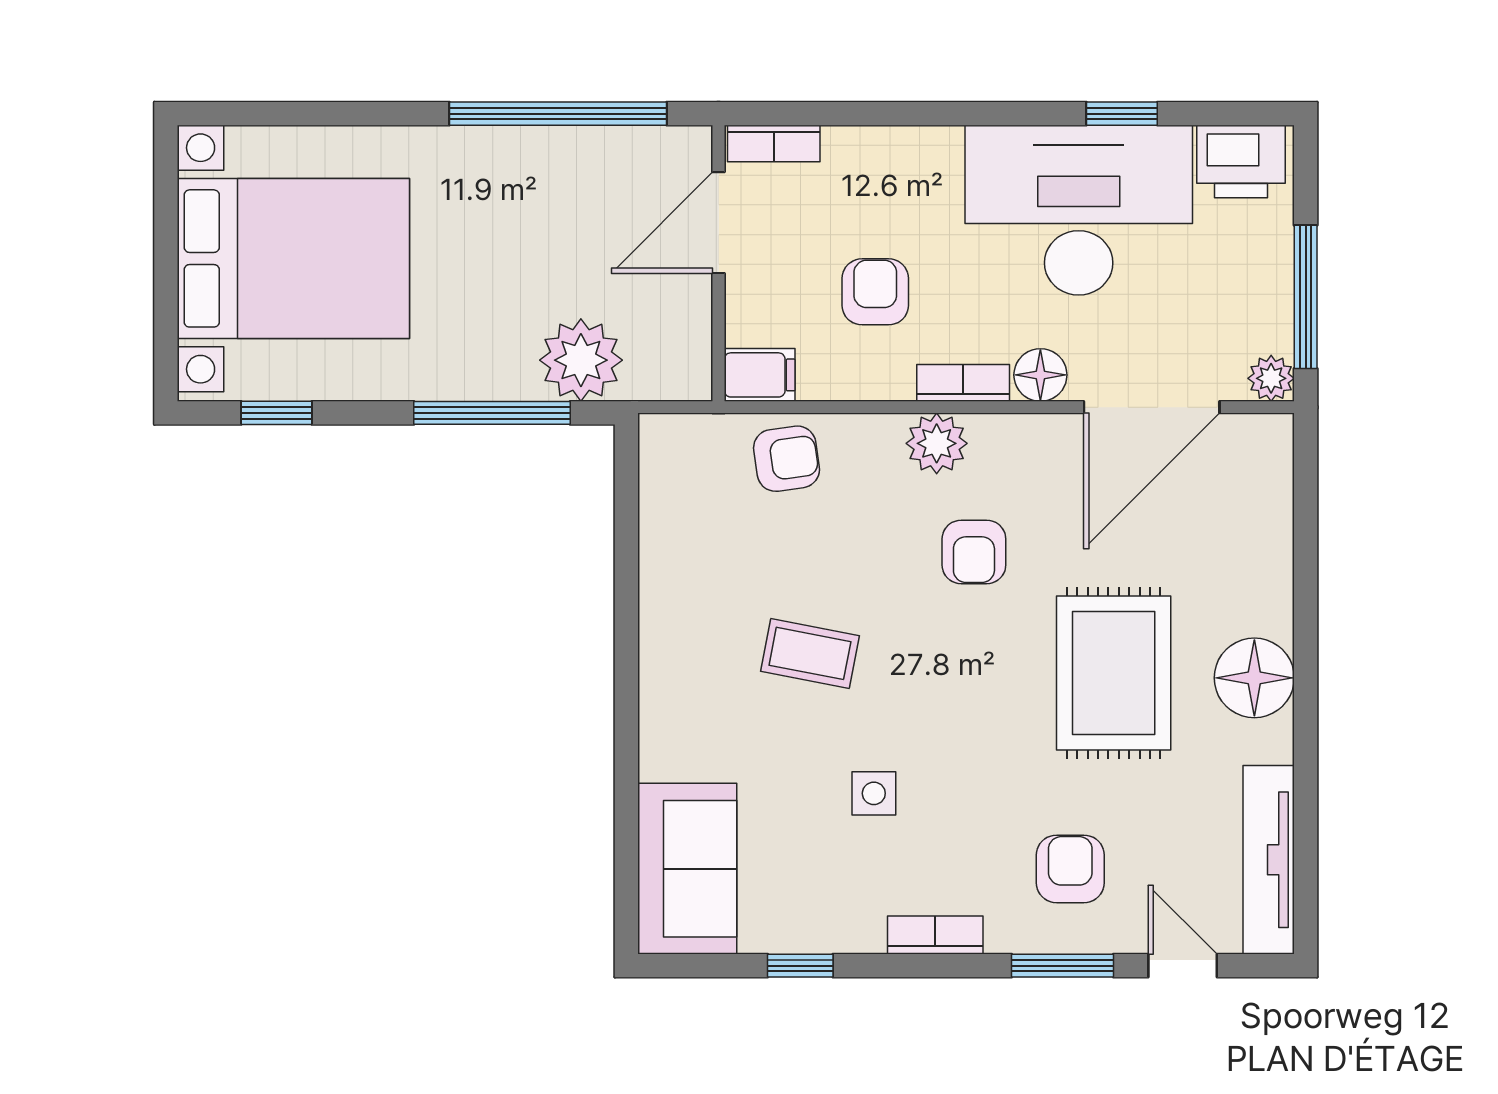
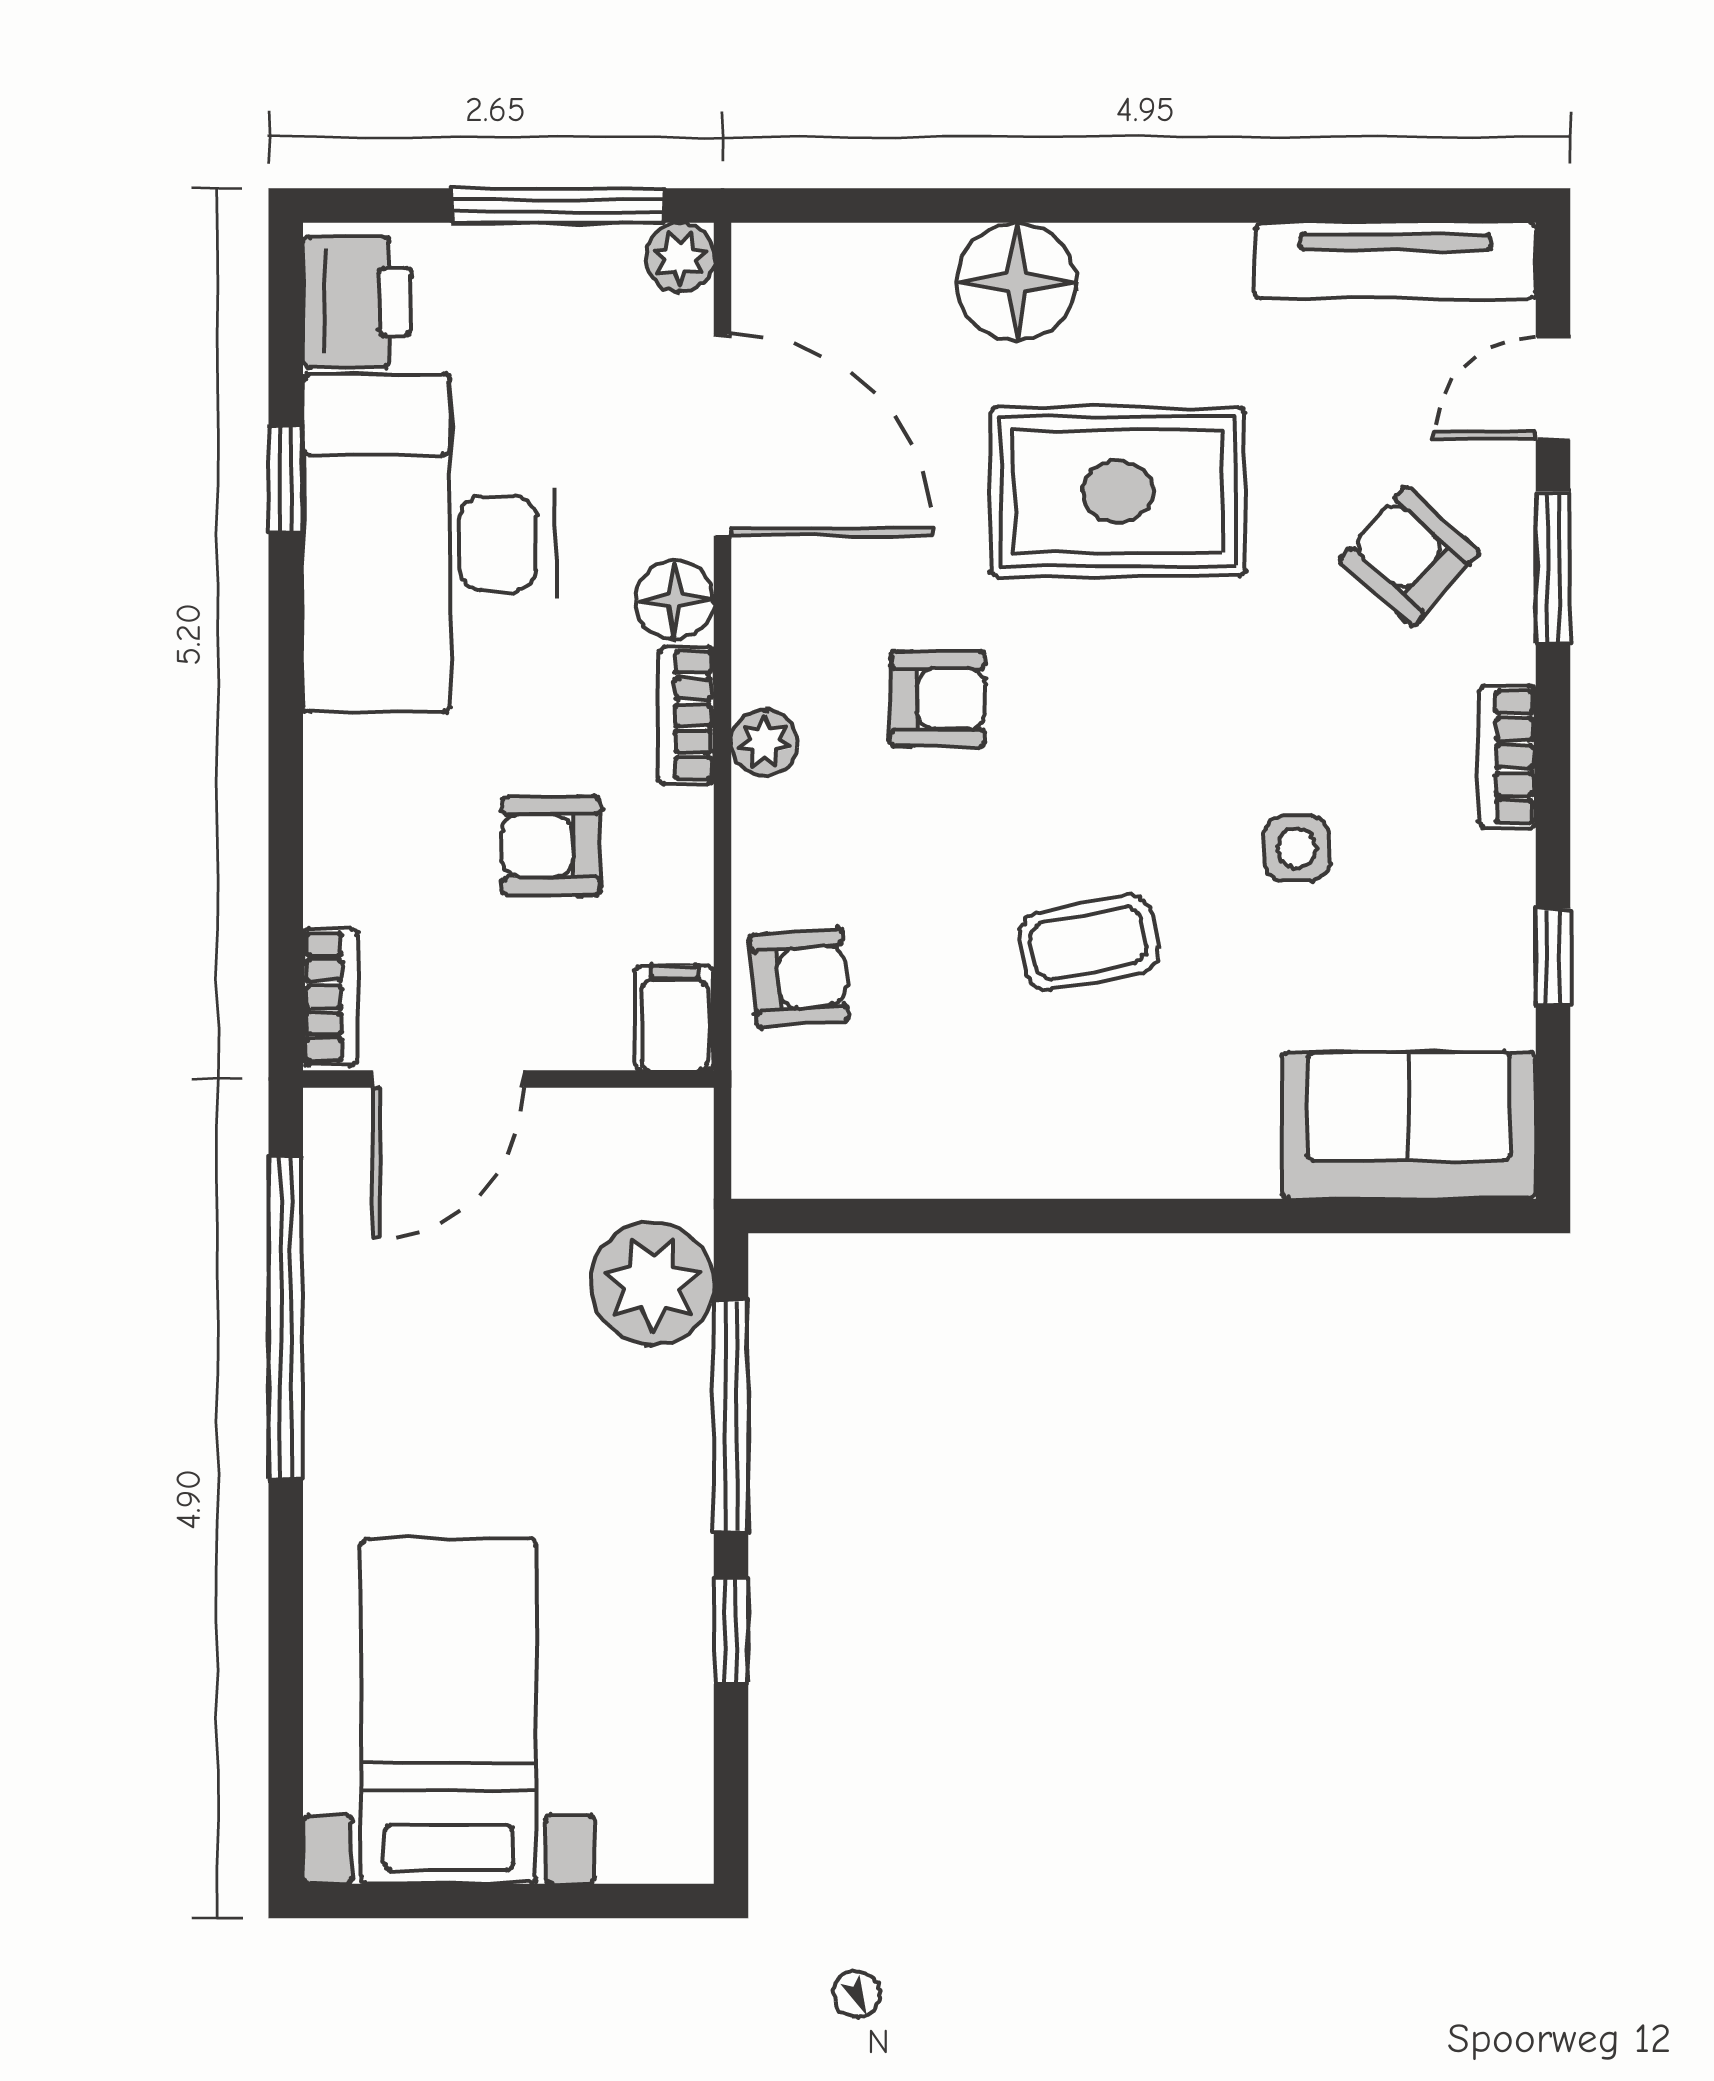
door: (719, 223) -> (448, 1079), hinge flipped
bed with nightstands: (293, 258) -> (449, 1711), width x0.73
window: (276, 413) -> (731, 1631), moved
plant: (937, 443) -> (764, 742), width x0.73, depth x0.73
armchair: (787, 459) -> (799, 978), turned 93
coffee table: (810, 653) -> (1089, 943), turned 68
floor lamp: (1254, 678) -> (1016, 282), moved
armchair: (1070, 869) -> (1409, 556), turned 42

